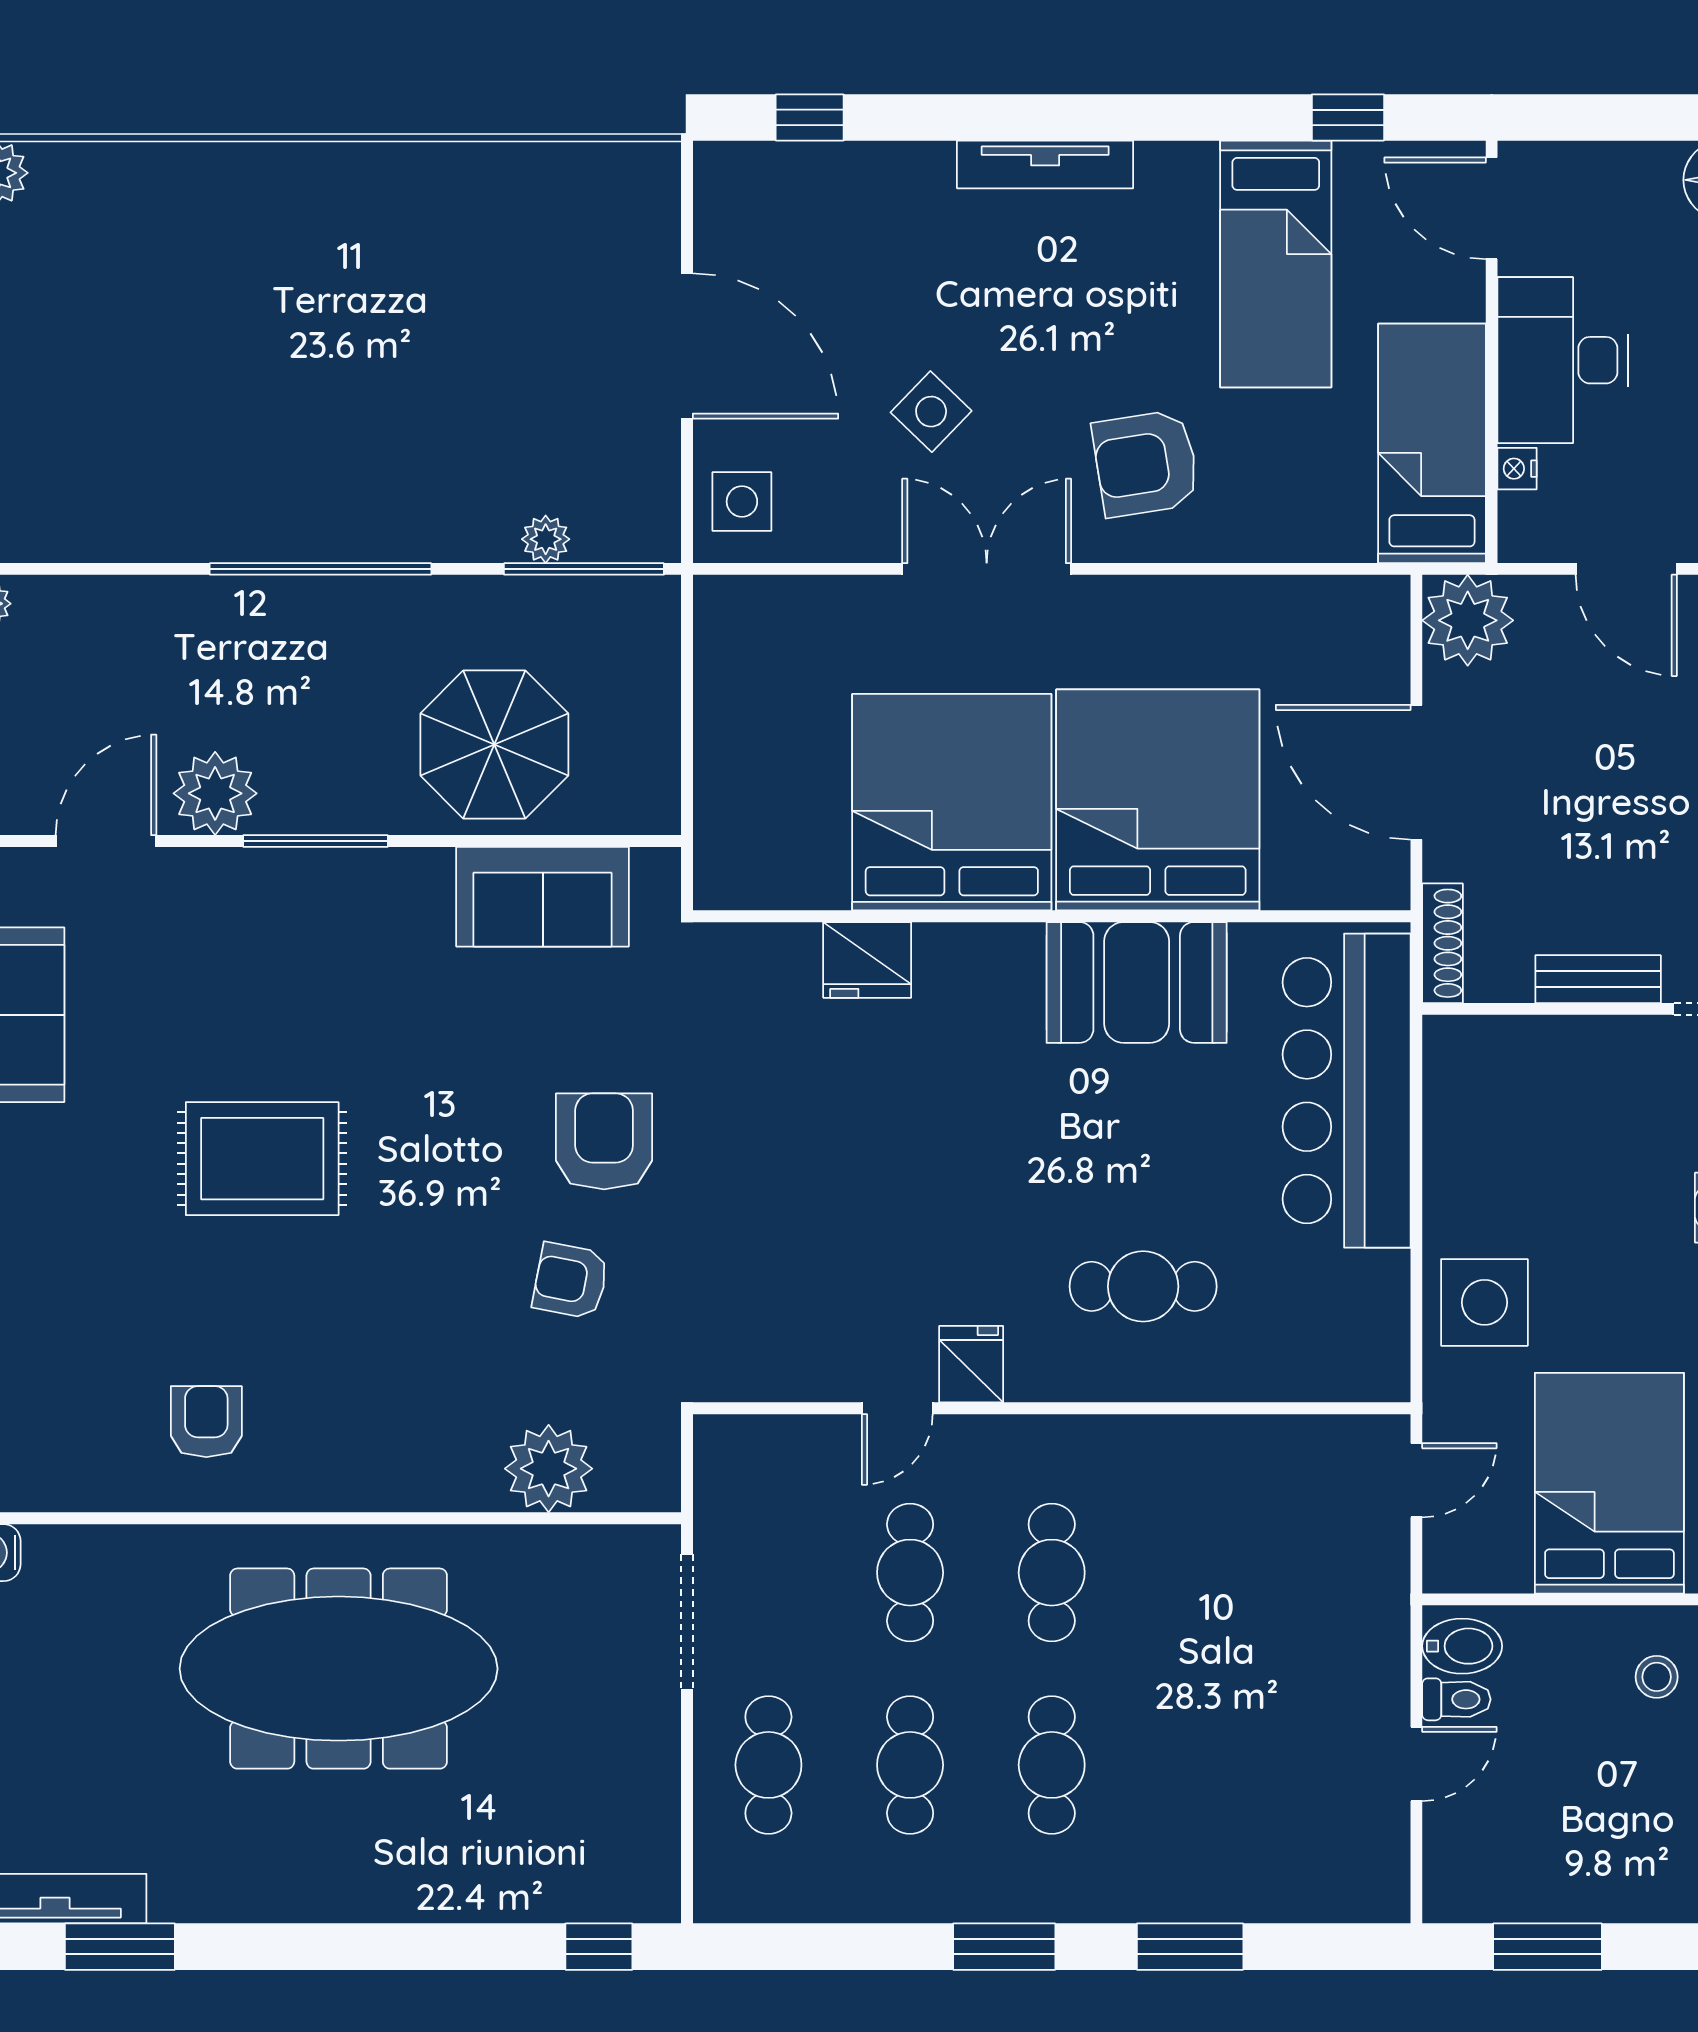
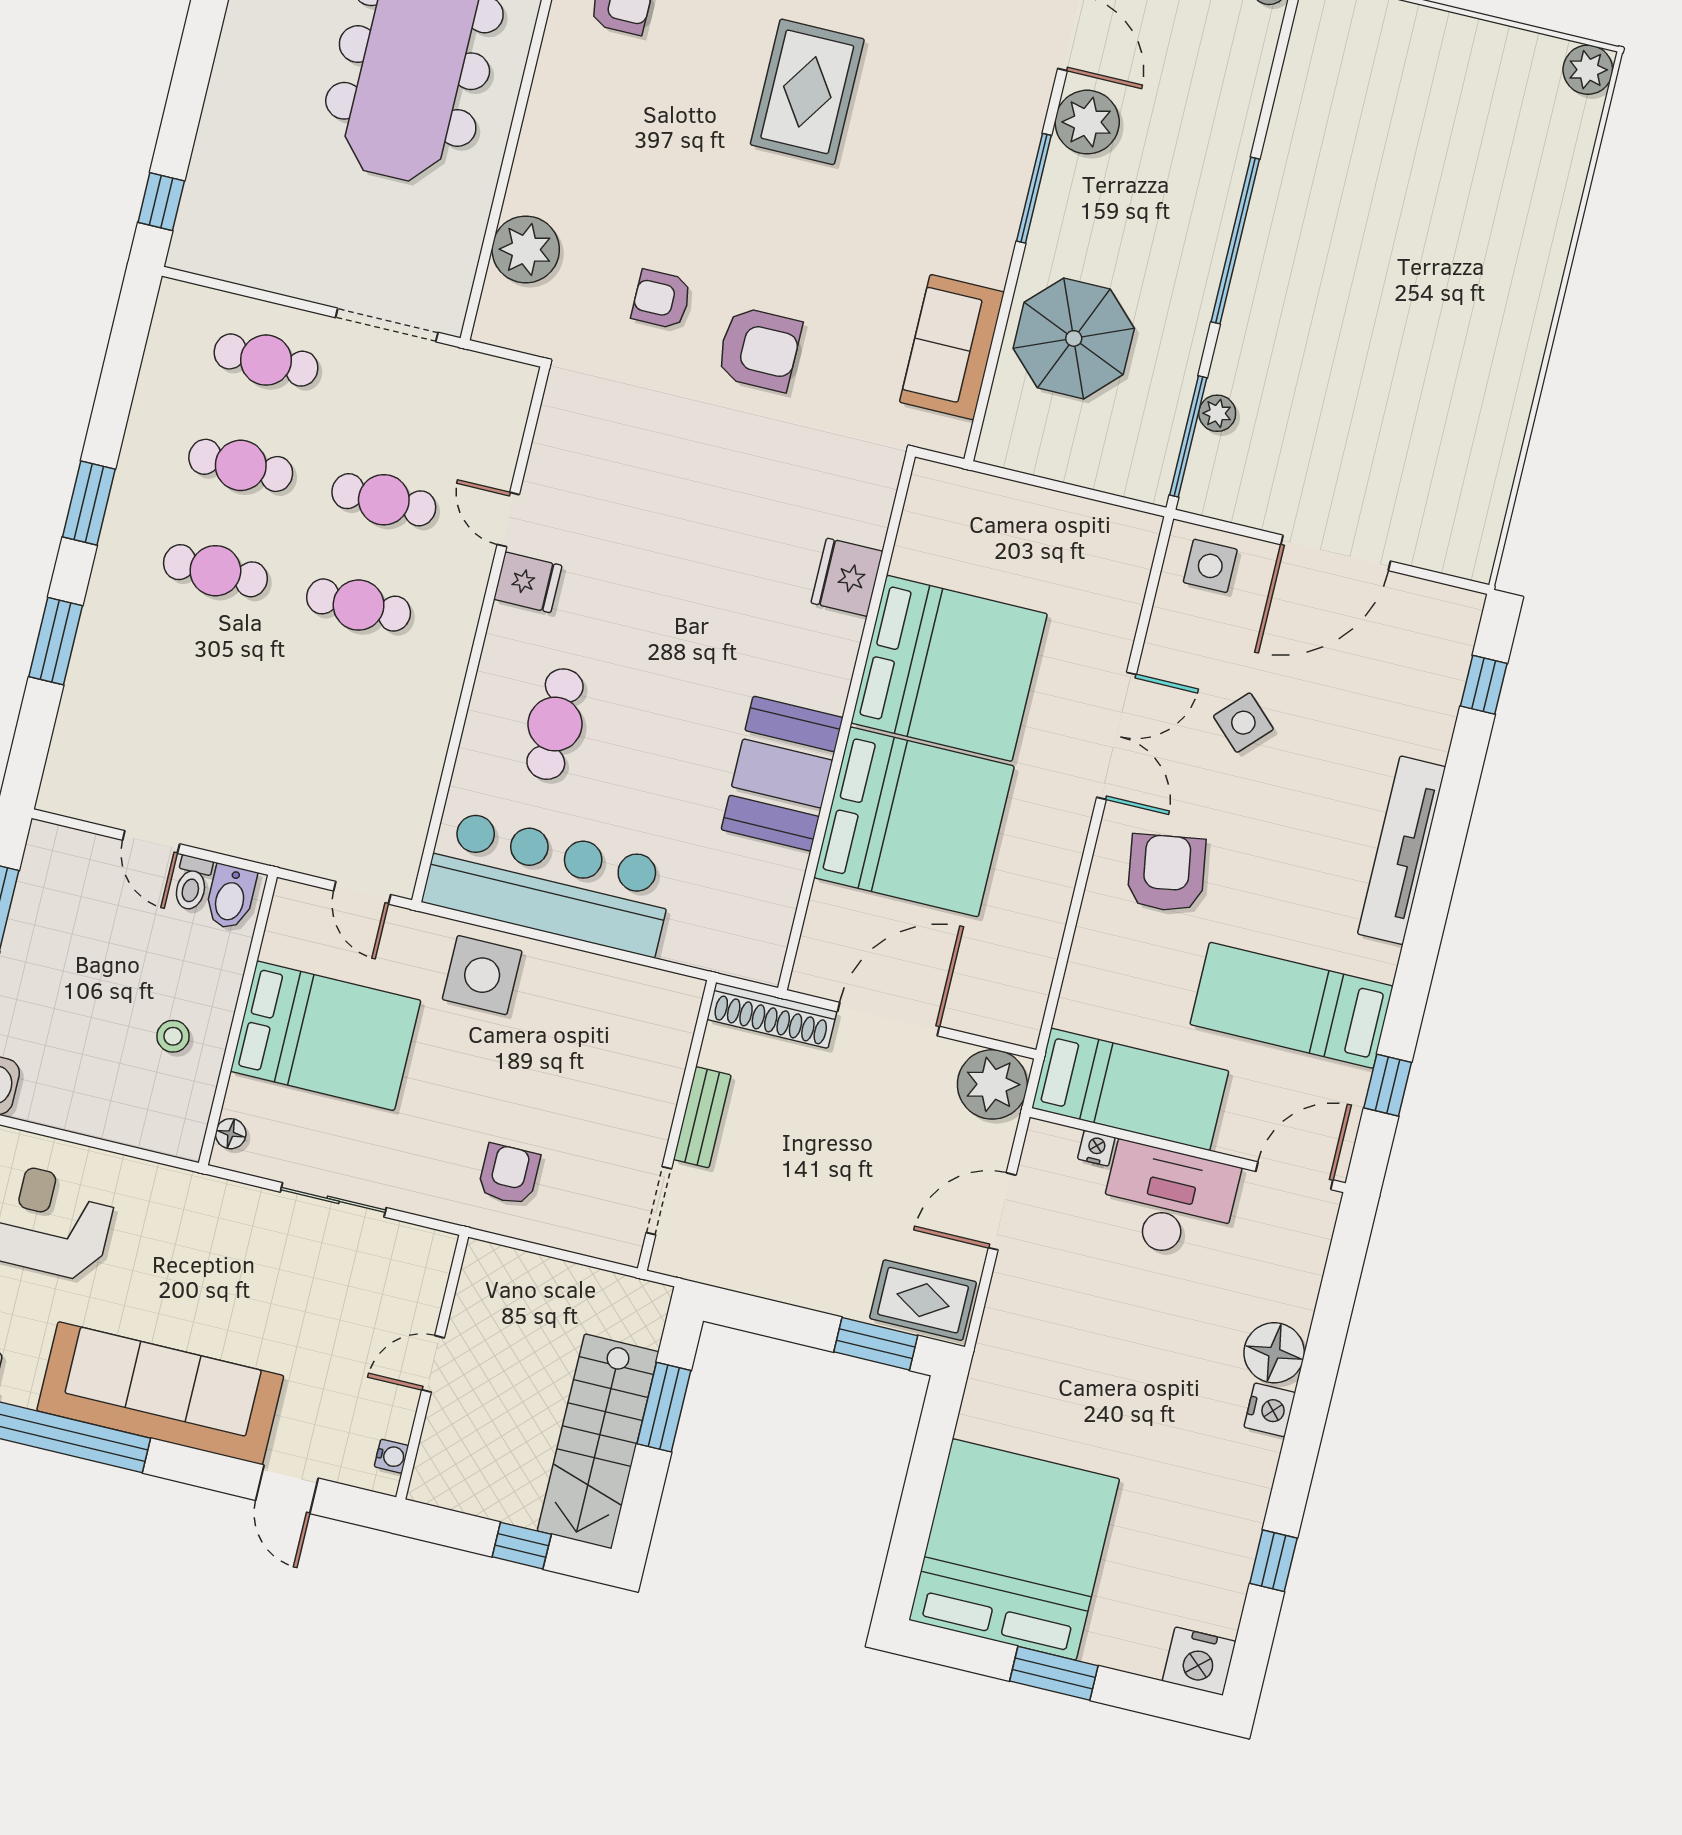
tv unit: (1045, 164) -> (1402, 850), width x1.36, depth x1.29
shoe rack: (1443, 943) -> (772, 1015), width x1.36, depth x1.24
bar counter: (1347, 1091) -> (549, 883), moved
armchair: (571, 1281) -> (661, 299), turned -101

